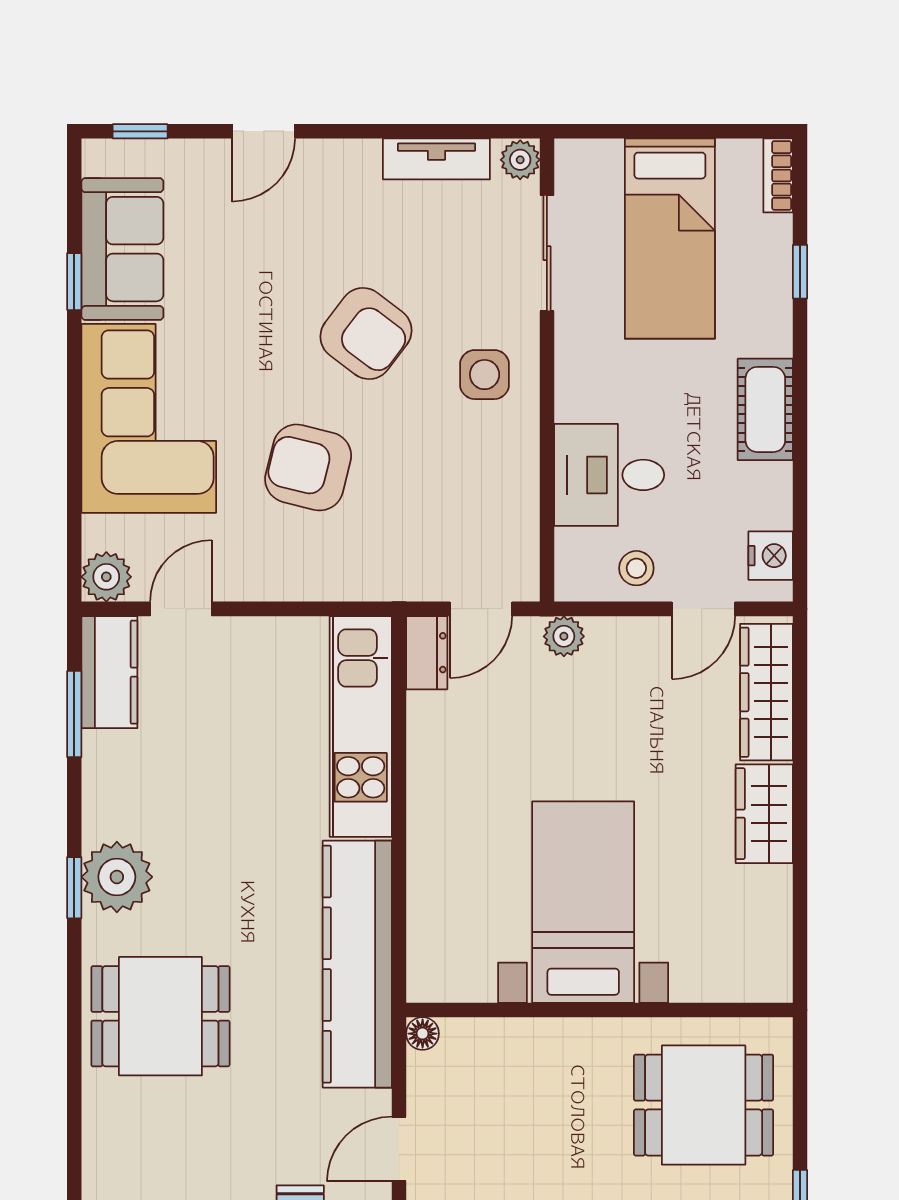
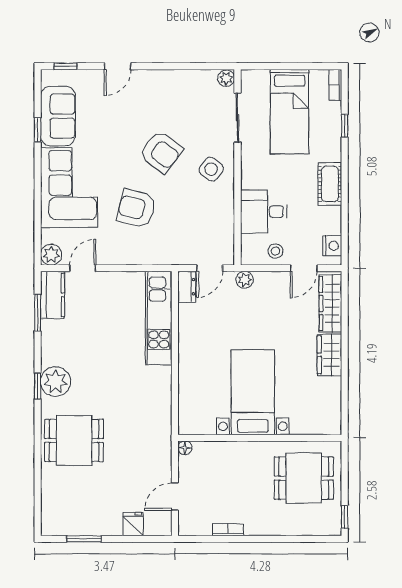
tv unit: (436, 159) -> (191, 78), removed
side table: (485, 375) -> (211, 169), turned 37
kitchen counter: (357, 964) -> (157, 418), removed

